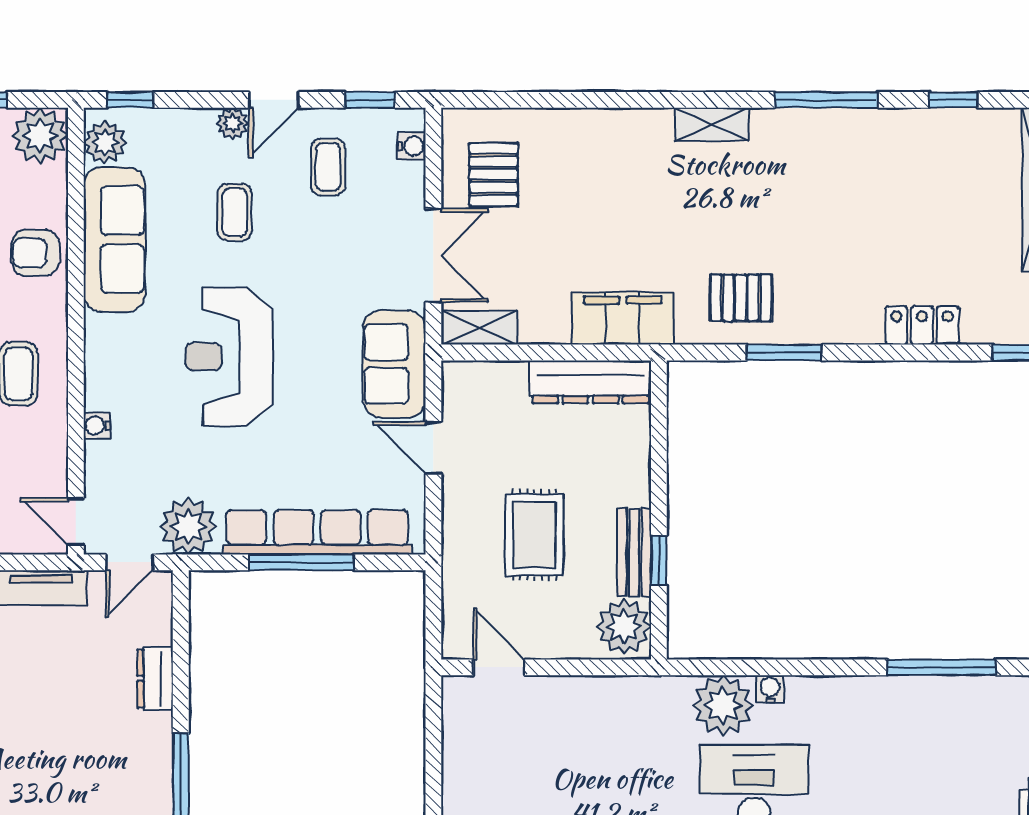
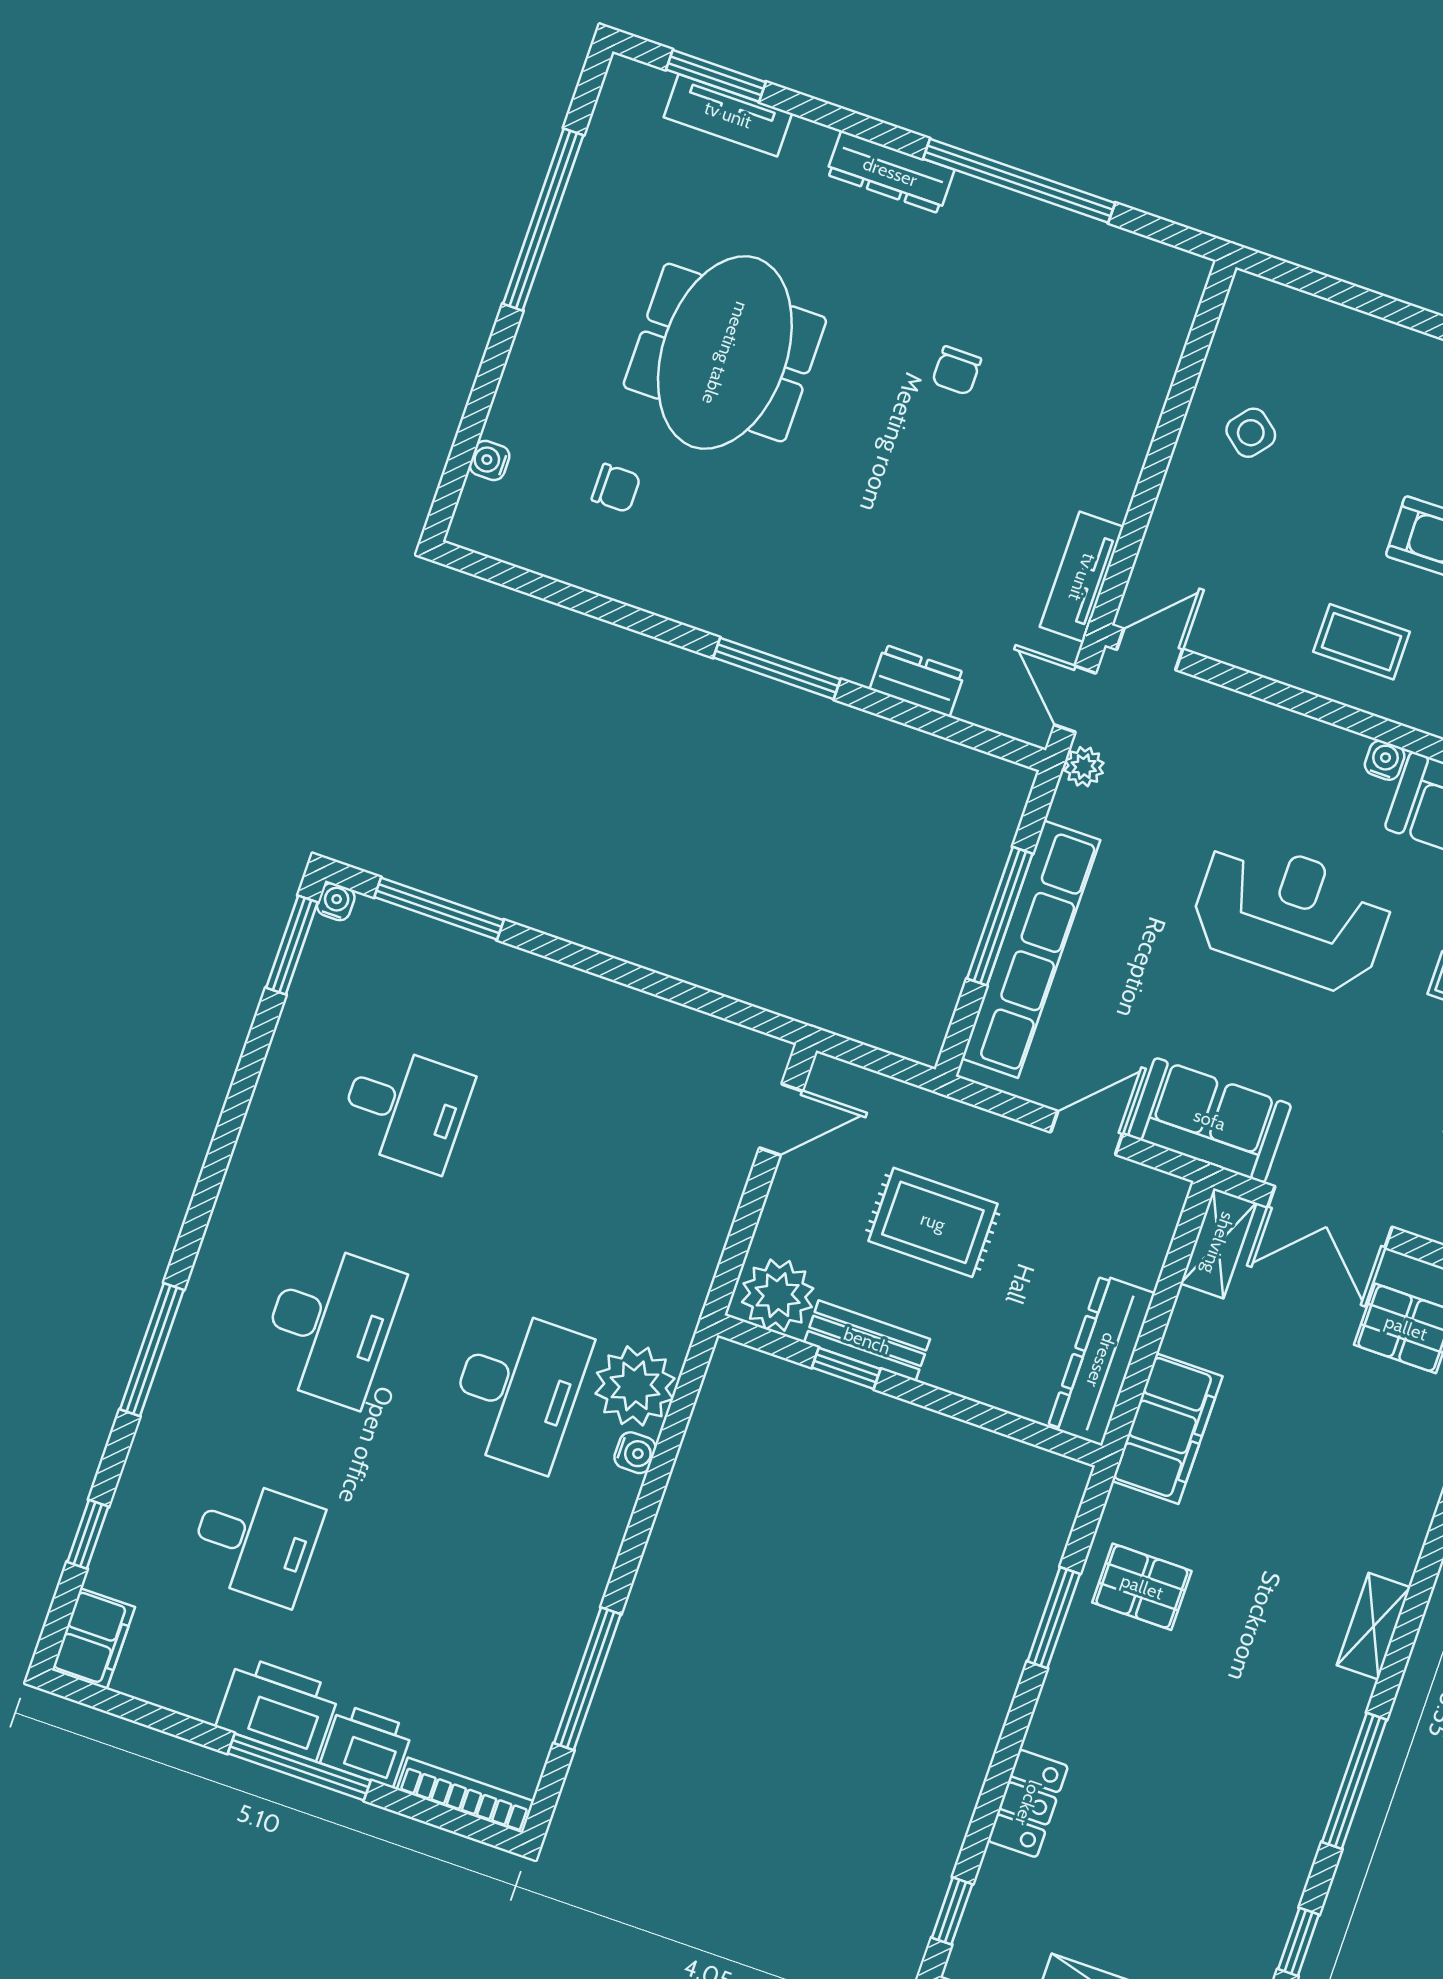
pallet: (741, 298) -> (1142, 1587), turned 90
water cooler: (97, 426) -> (1385, 760), moved
plant: (188, 526) -> (1084, 767), width x0.53, depth x0.53

